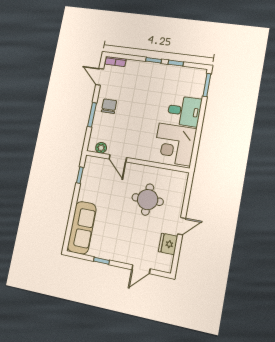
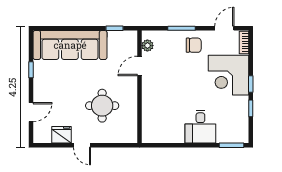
corner desk: (175, 144) -> (229, 75), moved, turned -90
sofa: (82, 228) -> (70, 45), width x1.36, depth x1.27
door: (141, 269) -> (31, 112), swing flipped

